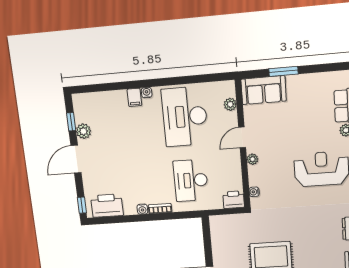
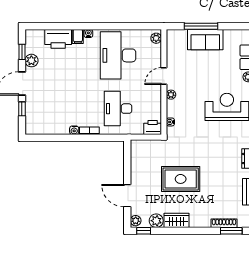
window: (284, 71) -> (201, 26), width x1.44
sofa: (264, 90) -> (205, 40), moved
plant: (230, 104) -> (156, 38), moved
window: (82, 205) -> (22, 109), moved
printer: (107, 206) -> (58, 39), moved, turned 180

